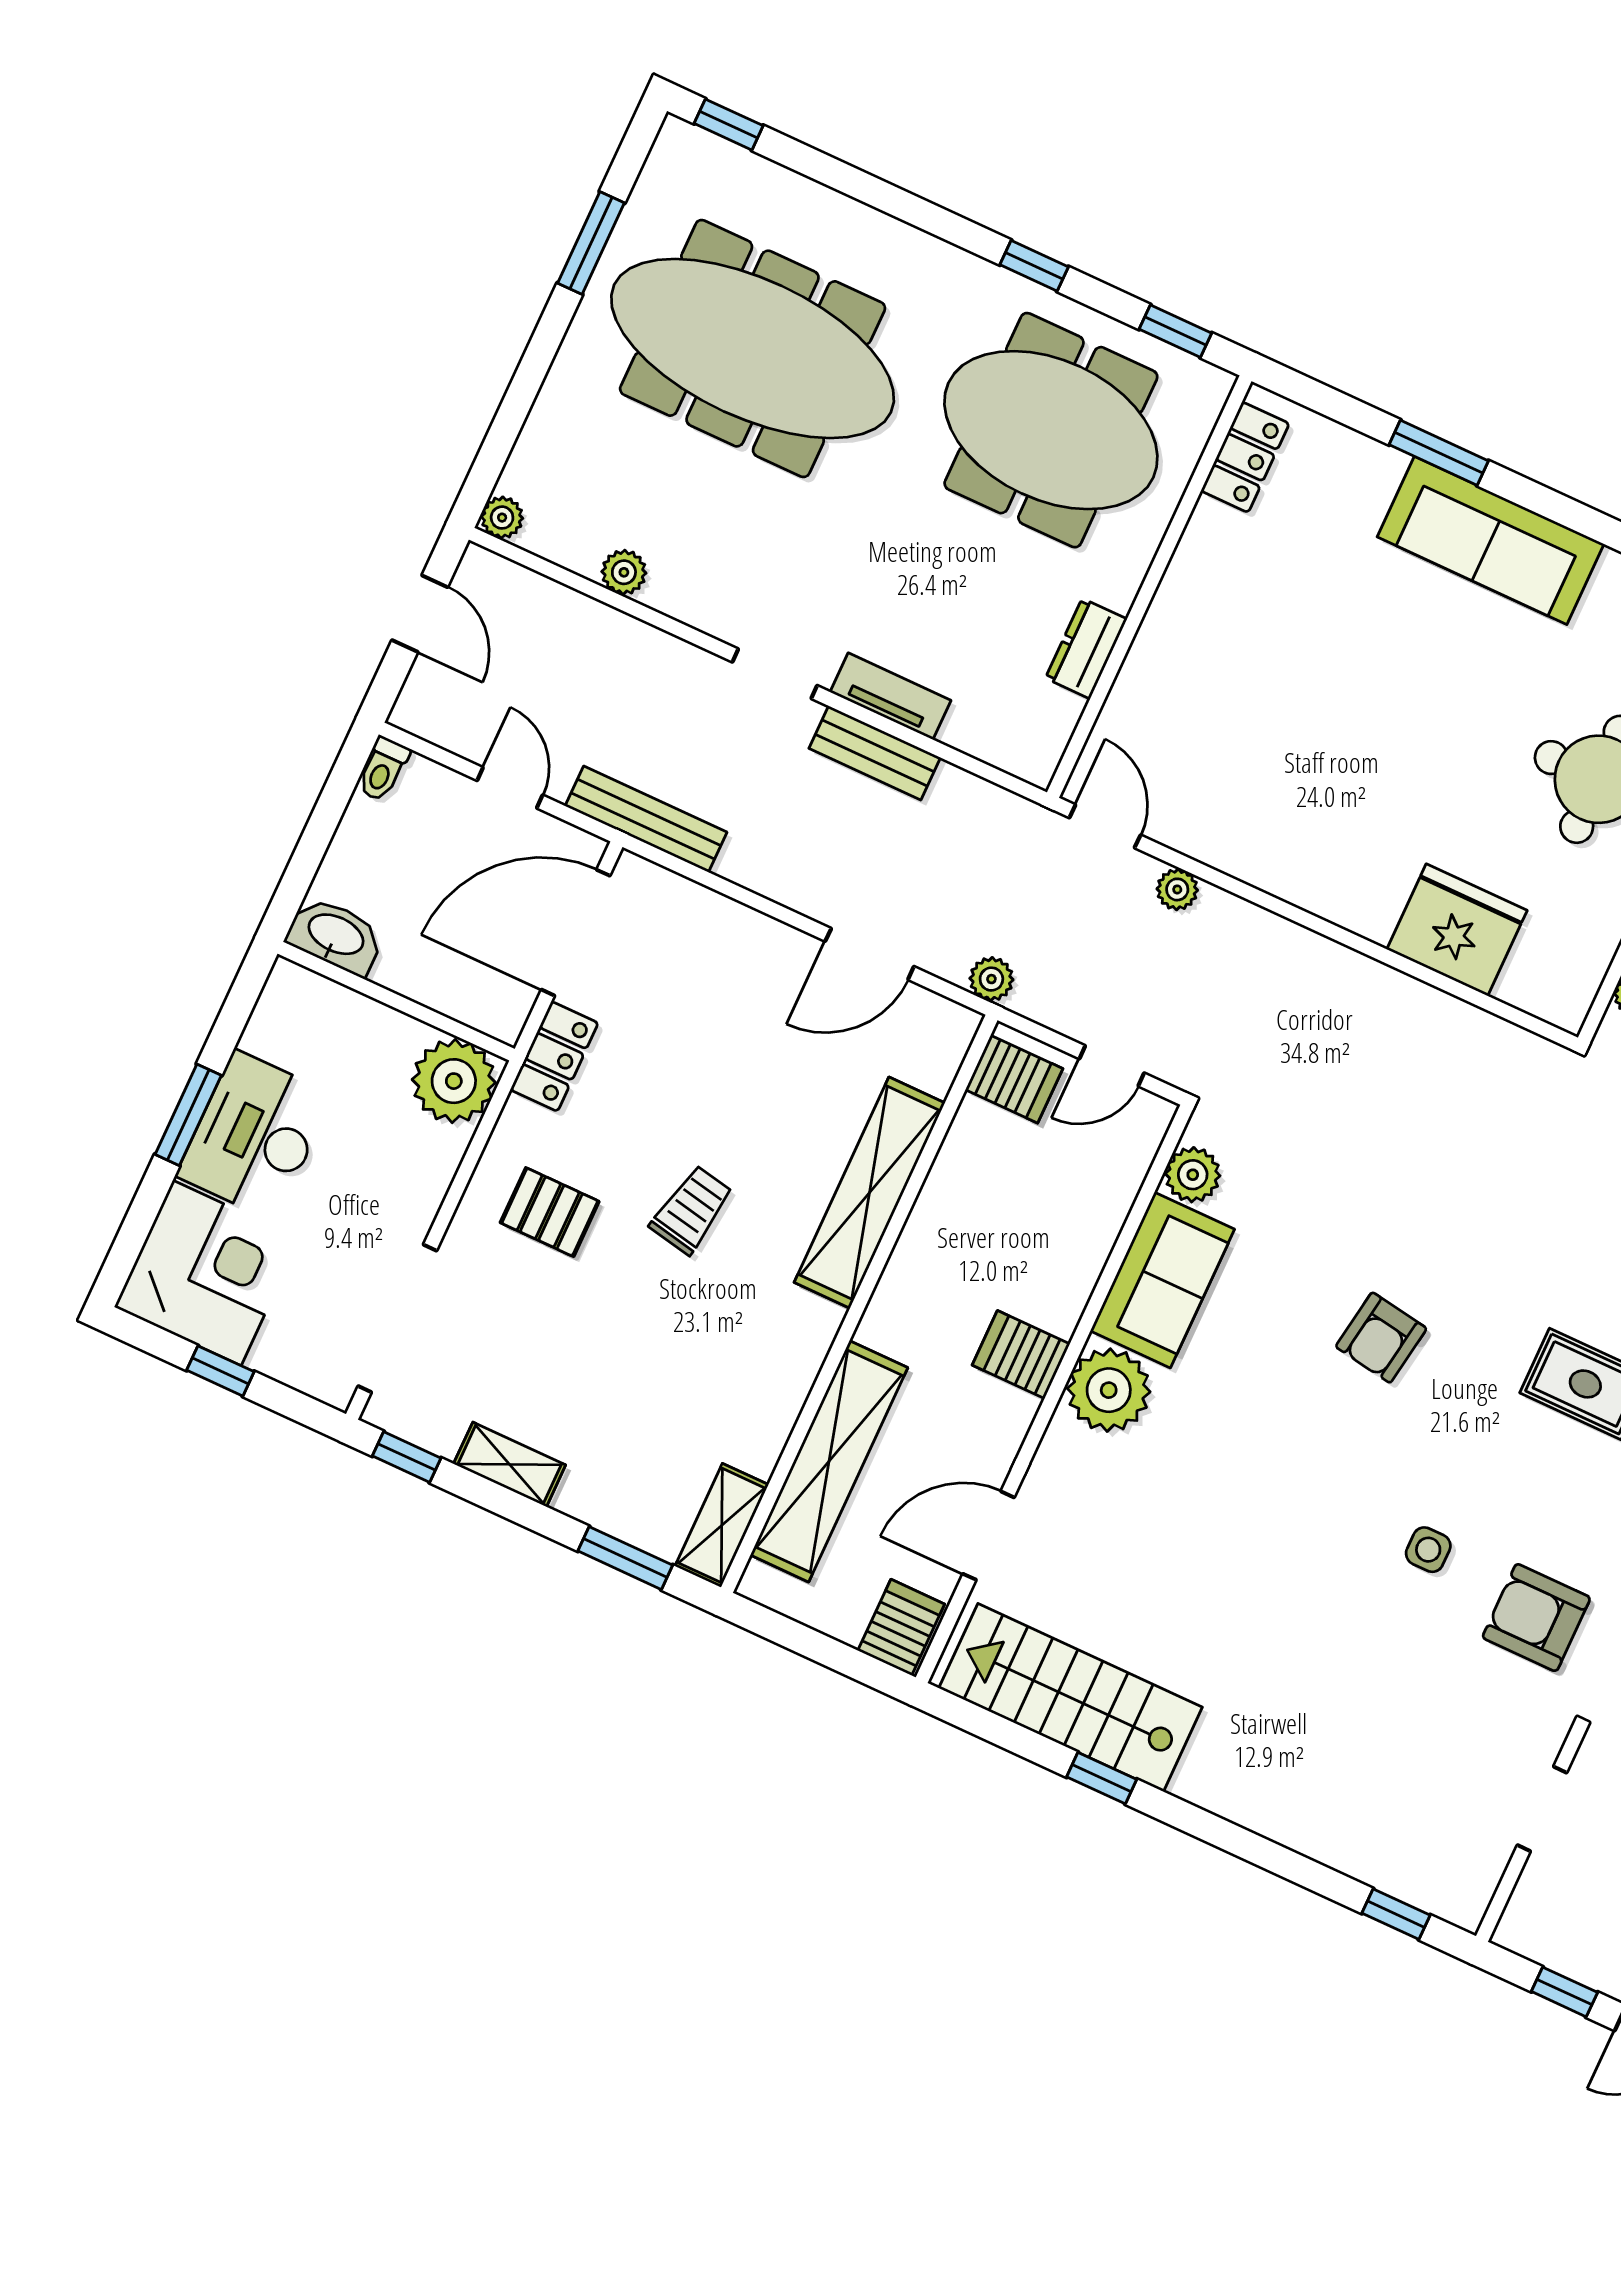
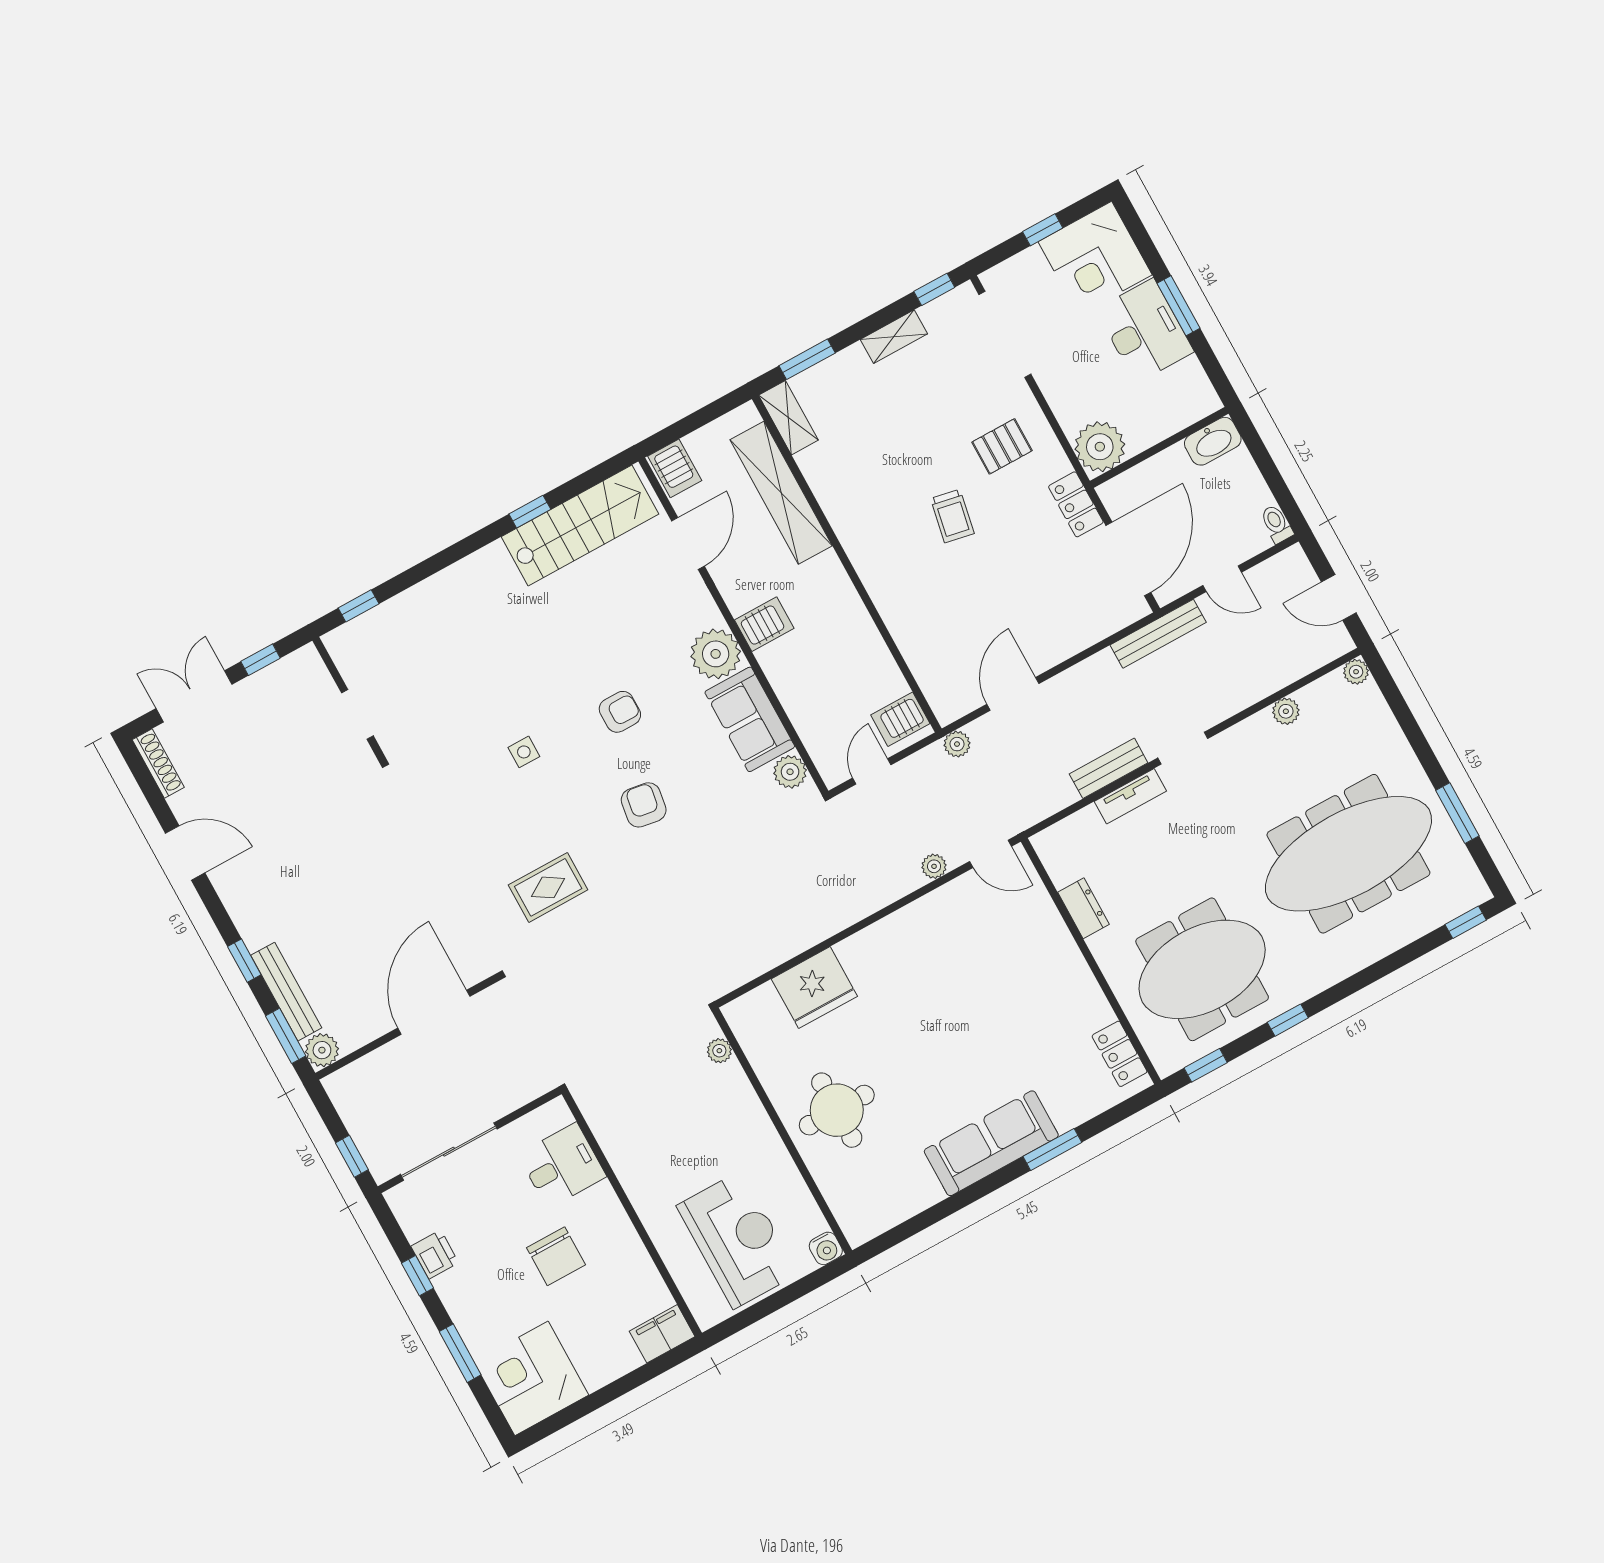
shelving: (869, 1193) -> (897, 609), removed
armchair: (1536, 1618) -> (620, 712), moved, width x0.72, depth x0.72

